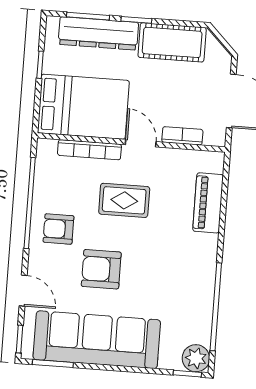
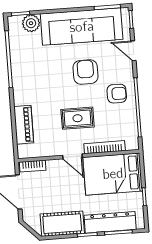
bookcase: (182, 136) -> (33, 166), moved
armchair: (101, 269) -> (86, 72), turned -90
plant: (196, 358) -> (31, 23), moved

